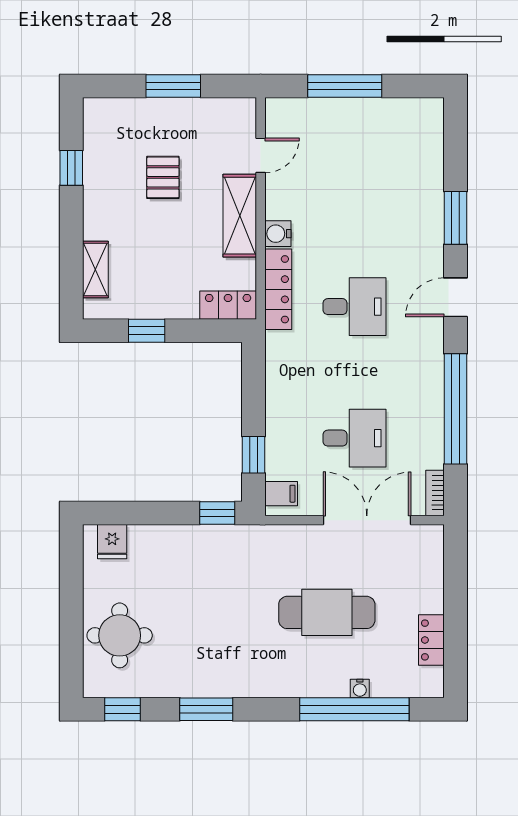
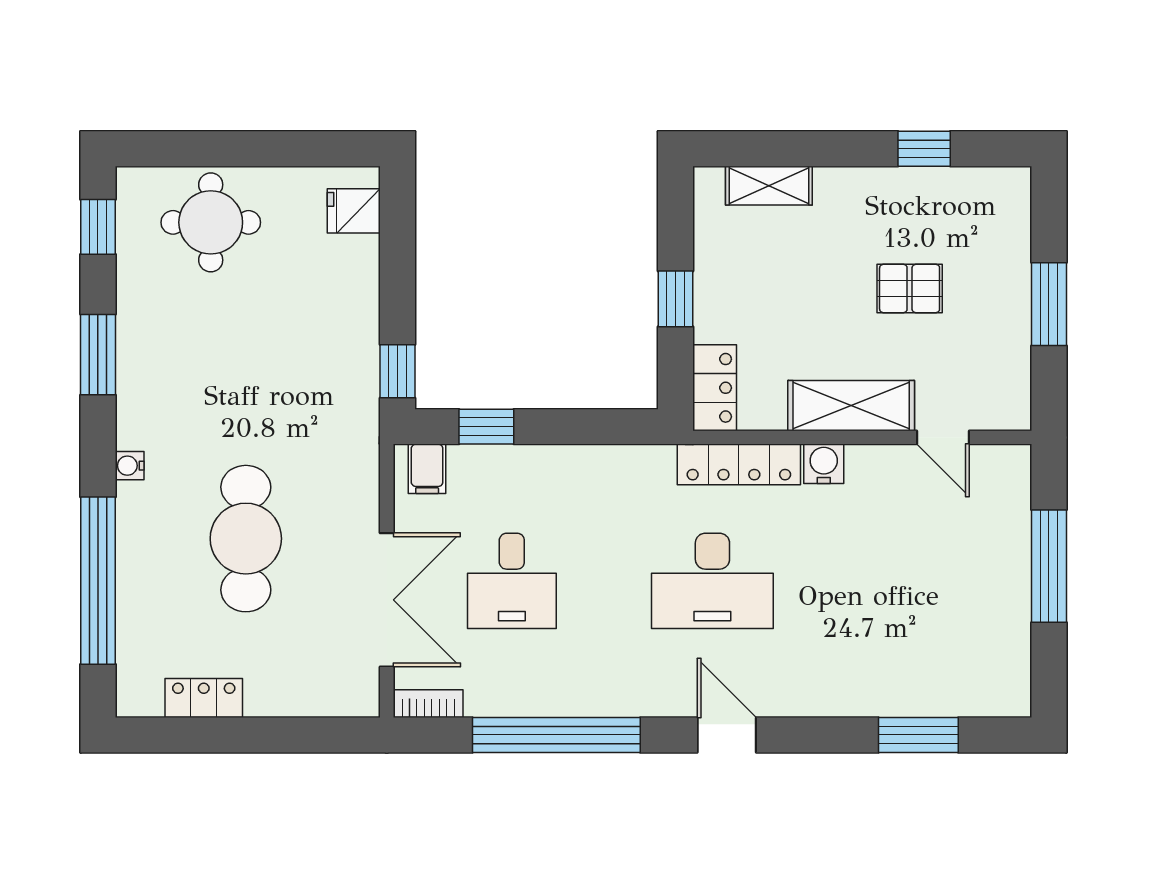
window: (456, 218) -> (918, 735), moved
desk: (354, 307) -> (712, 581), width x1.37
window: (147, 331) -> (676, 299), moved
water cooler: (360, 689) -> (130, 466), moved

